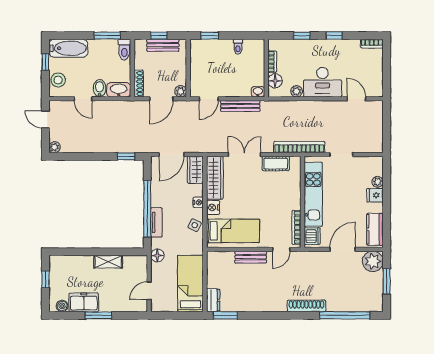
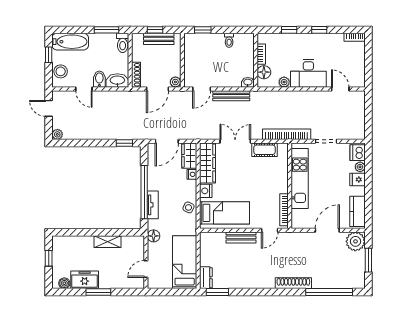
nightstand: (198, 202) -> (192, 174), moved
dishwasher: (312, 236) -> (358, 153), moved, turned 180

